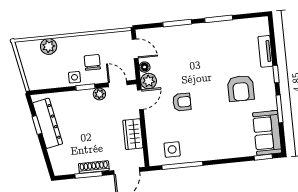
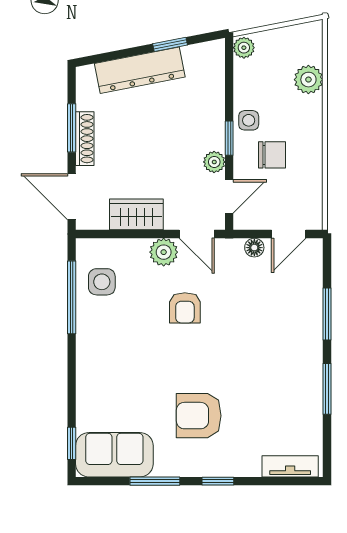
tv unit: (265, 51) -> (290, 466), moved
plant: (149, 81) -> (164, 252), moved
plant: (35, 84) -> (244, 48), added
dresser: (48, 123) -> (140, 70), moved

